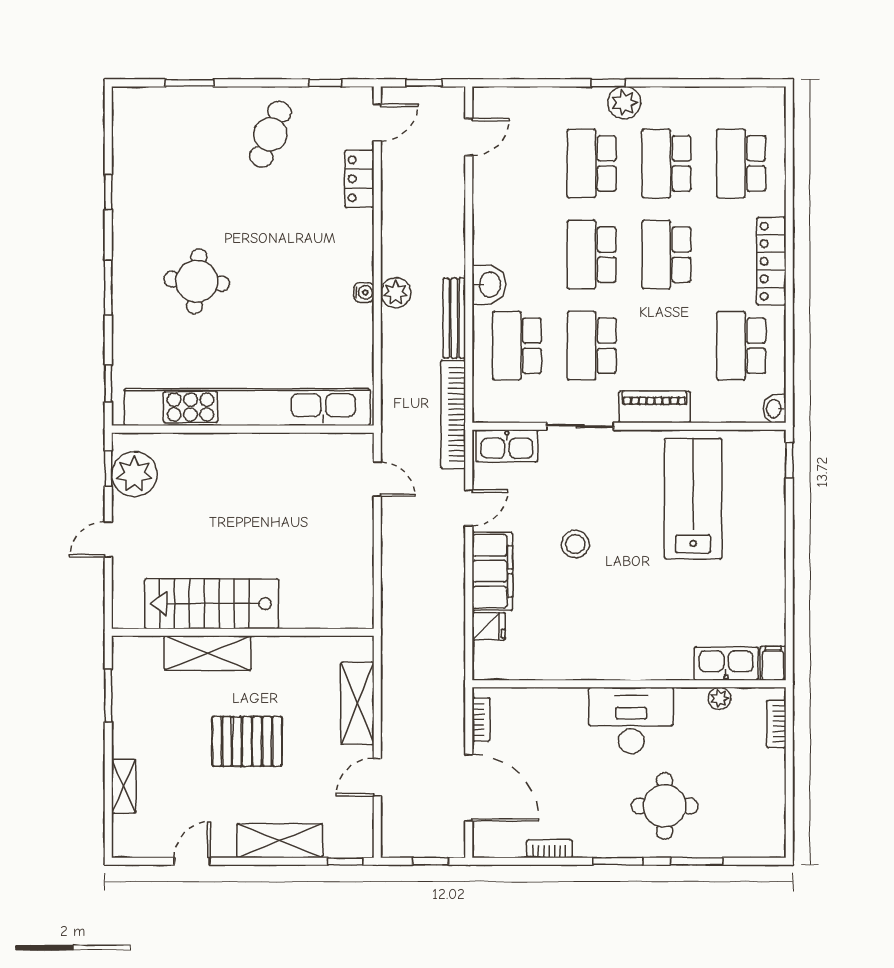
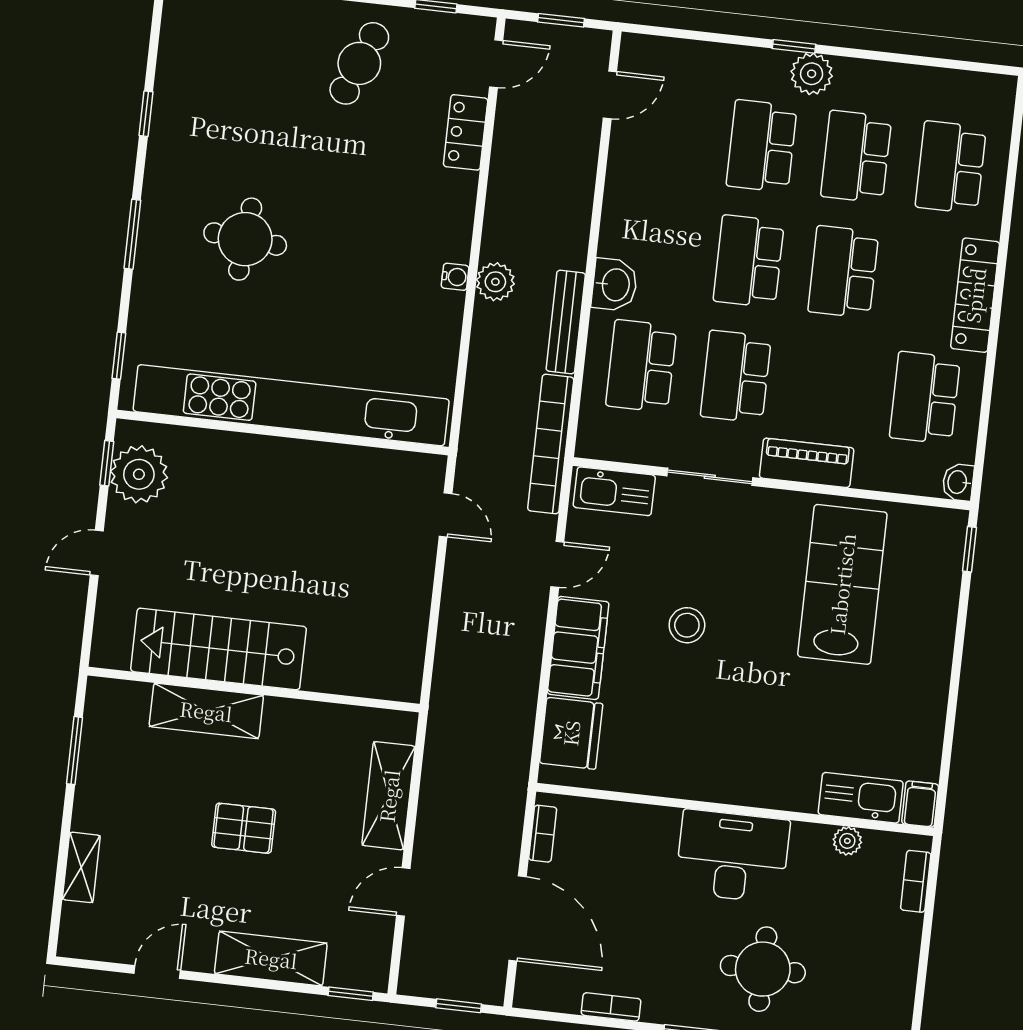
fridge: (489, 626) -> (571, 733), width x1.88, depth x1.34
pallet: (247, 741) -> (244, 828), width x0.67, depth x0.71

